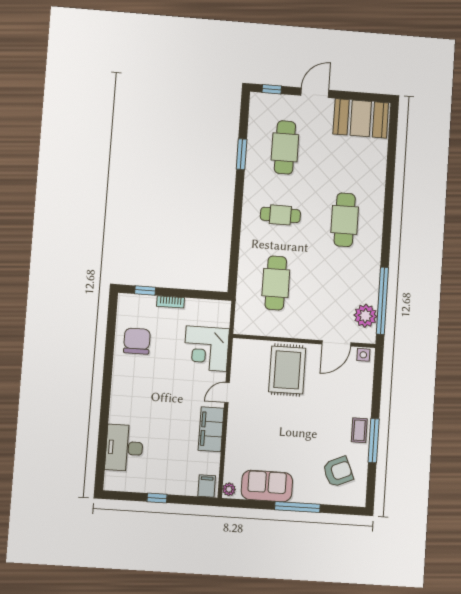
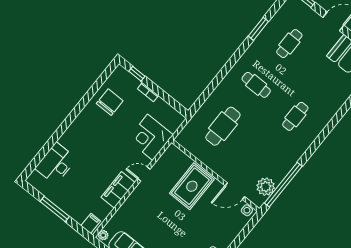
cafe table: (285, 147) -> (289, 44), width x0.73, depth x0.74
cafe table: (345, 220) -> (295, 116), width x0.73, depth x0.74
window: (157, 498) -> (55, 209), width x2.17

